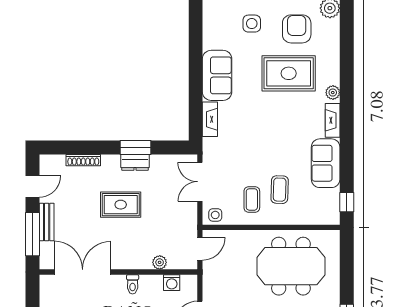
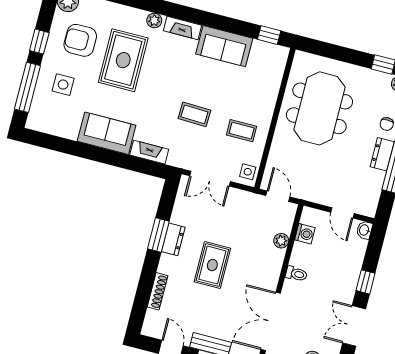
coffee table: (280, 190) -> (194, 114), moved

